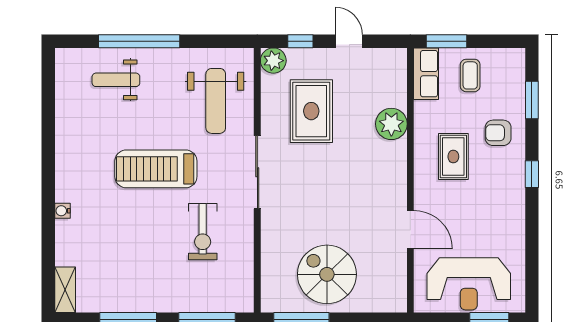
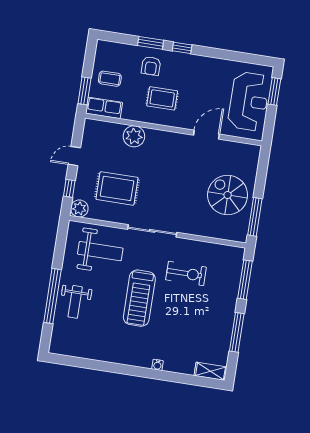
weight bench: (116, 80) -> (75, 302), moved
window: (532, 100) -> (151, 43), moved
spiral stairs: (327, 274) -> (228, 195), turned 90

